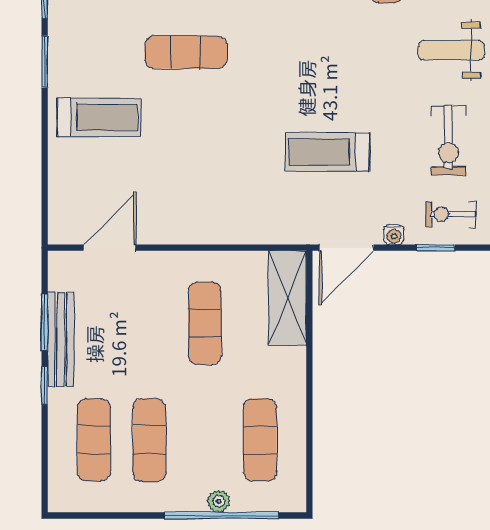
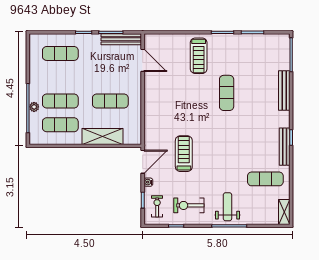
door: (346, 248) -> (143, 162), swing flipped
shelving: (287, 298) -> (103, 136), moved
bench: (61, 339) -> (121, 39), moved
exercise mat: (149, 440) -> (60, 101), moved

